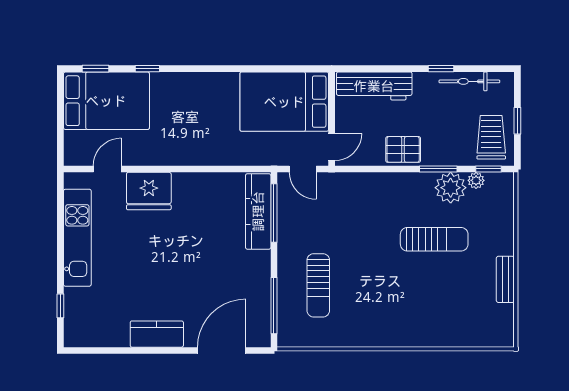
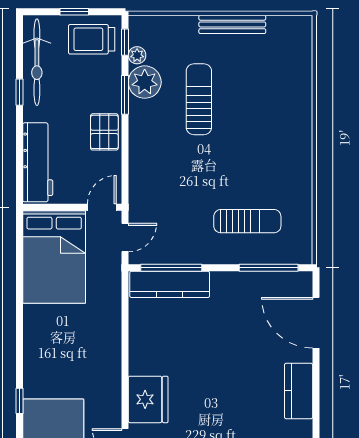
bicycle: (469, 81) -> (37, 62), width x1.37, depth x1.40
door: (332, 147) -> (102, 207), hinge flipped
bench: (505, 279) -> (232, 24), width x1.36

